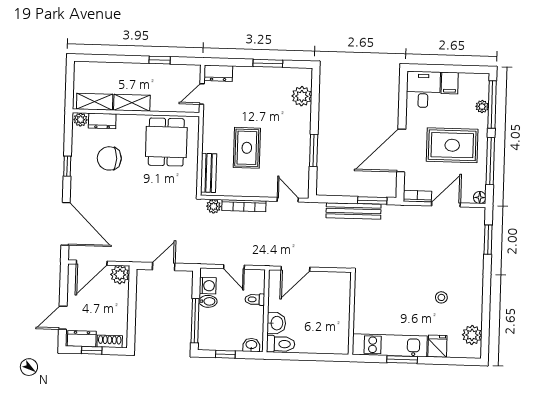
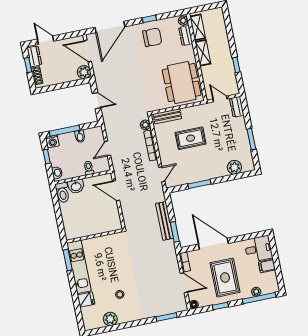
dining table: (166, 142) -> (182, 82), width x1.37
chair: (109, 158) -> (152, 37), moved, turned 90
window: (490, 161) -> (220, 306), width x0.46
washing machine: (208, 286) -> (52, 141), moved
plant: (472, 335) -> (110, 319), moved
window: (402, 360) -> (68, 260), moved

